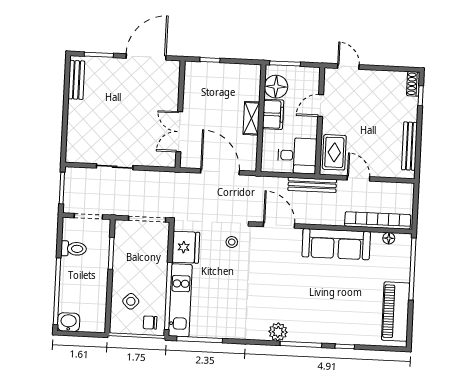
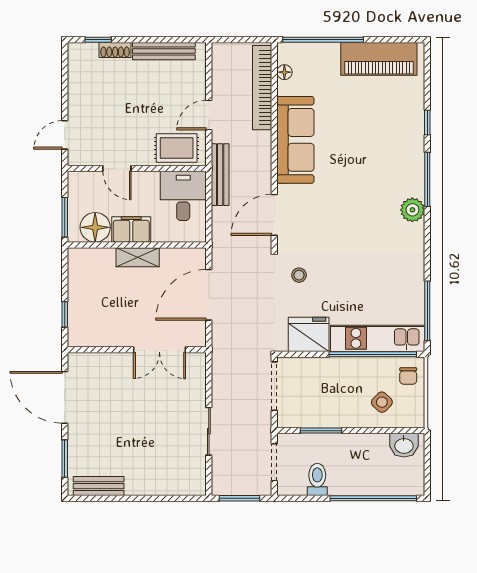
shoe rack: (413, 84) -> (115, 50), moved
washbasin: (69, 322) -> (404, 445), moved, turned -90

